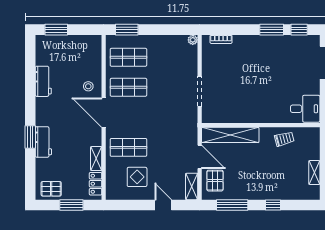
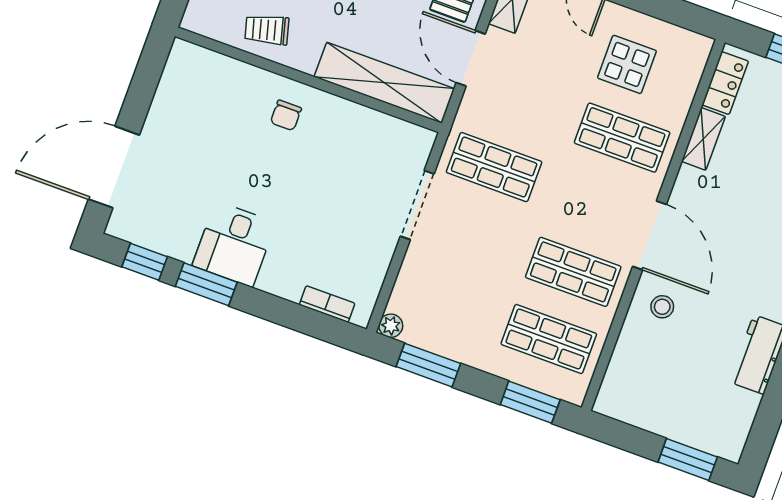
window: (172, 30) -> (428, 365), added
chair: (264, 108) -> (286, 115), added
desk: (305, 109) -> (234, 244), moved, turned -90
shop shelf: (175, 117) -> (494, 167), added

